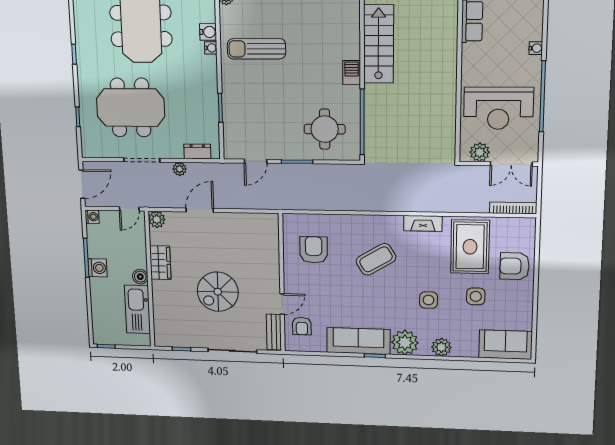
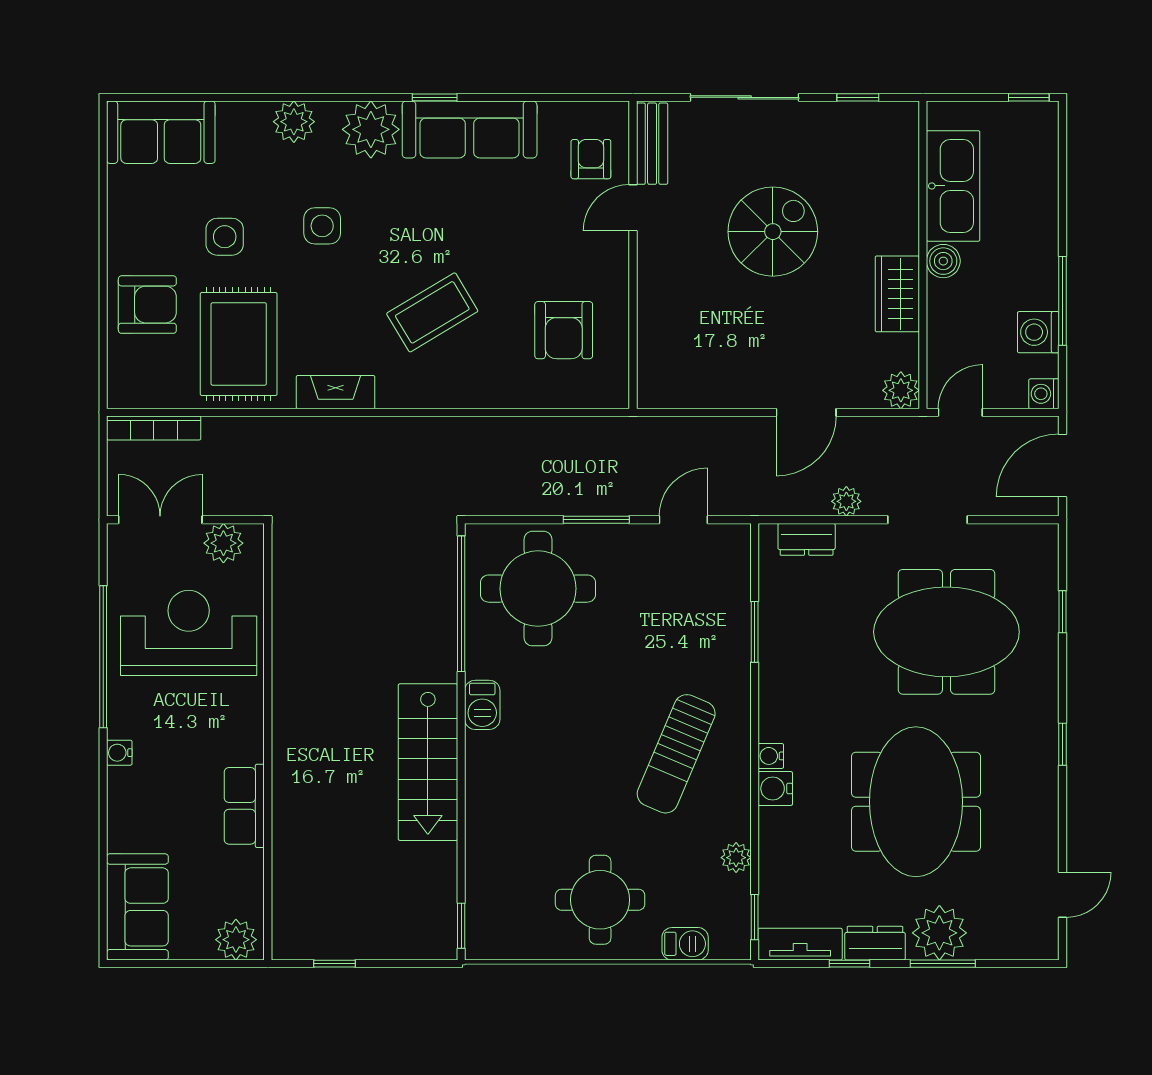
sun lounger: (256, 49) -> (676, 754), turned 113
round table: (325, 129) -> (538, 589), width x1.36, depth x1.36
washing machine: (98, 268) -> (1038, 332), moved

